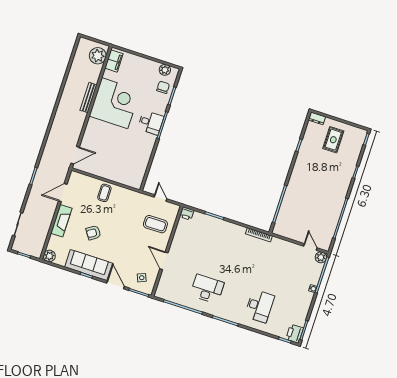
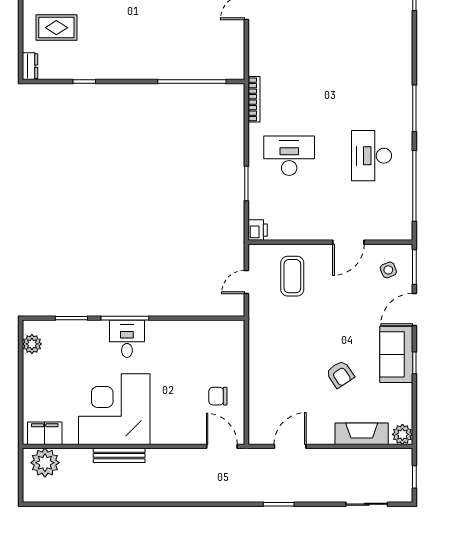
chair: (163, 87) -> (218, 396), moved
door: (63, 193) -> (290, 446), swing flipped
coffee table: (104, 193) -> (268, 377), removed
fireplace: (61, 221) -> (362, 434), moved
sofa: (89, 265) -> (396, 354), width x0.73
desk: (259, 306) -> (289, 156), moved

